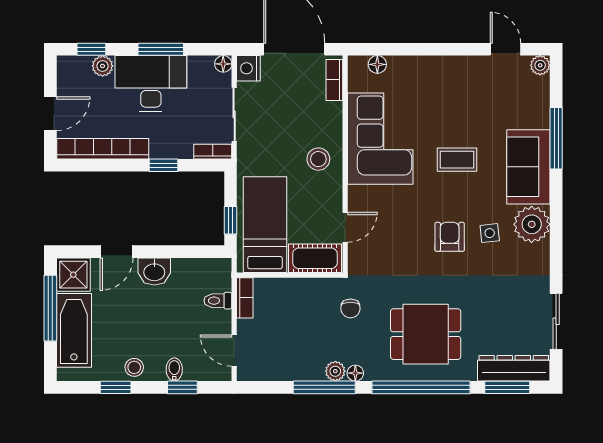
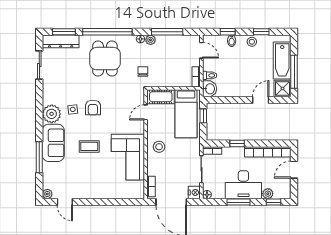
floor lamp: (377, 64) -> (129, 194), removed
washbasin: (154, 272) -> (210, 89), moved, turned 90
dining table: (426, 334) -> (105, 59), turned 90
window: (324, 387) -> (167, 32), moved

